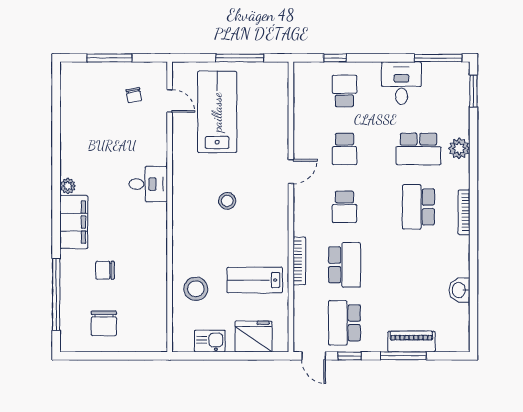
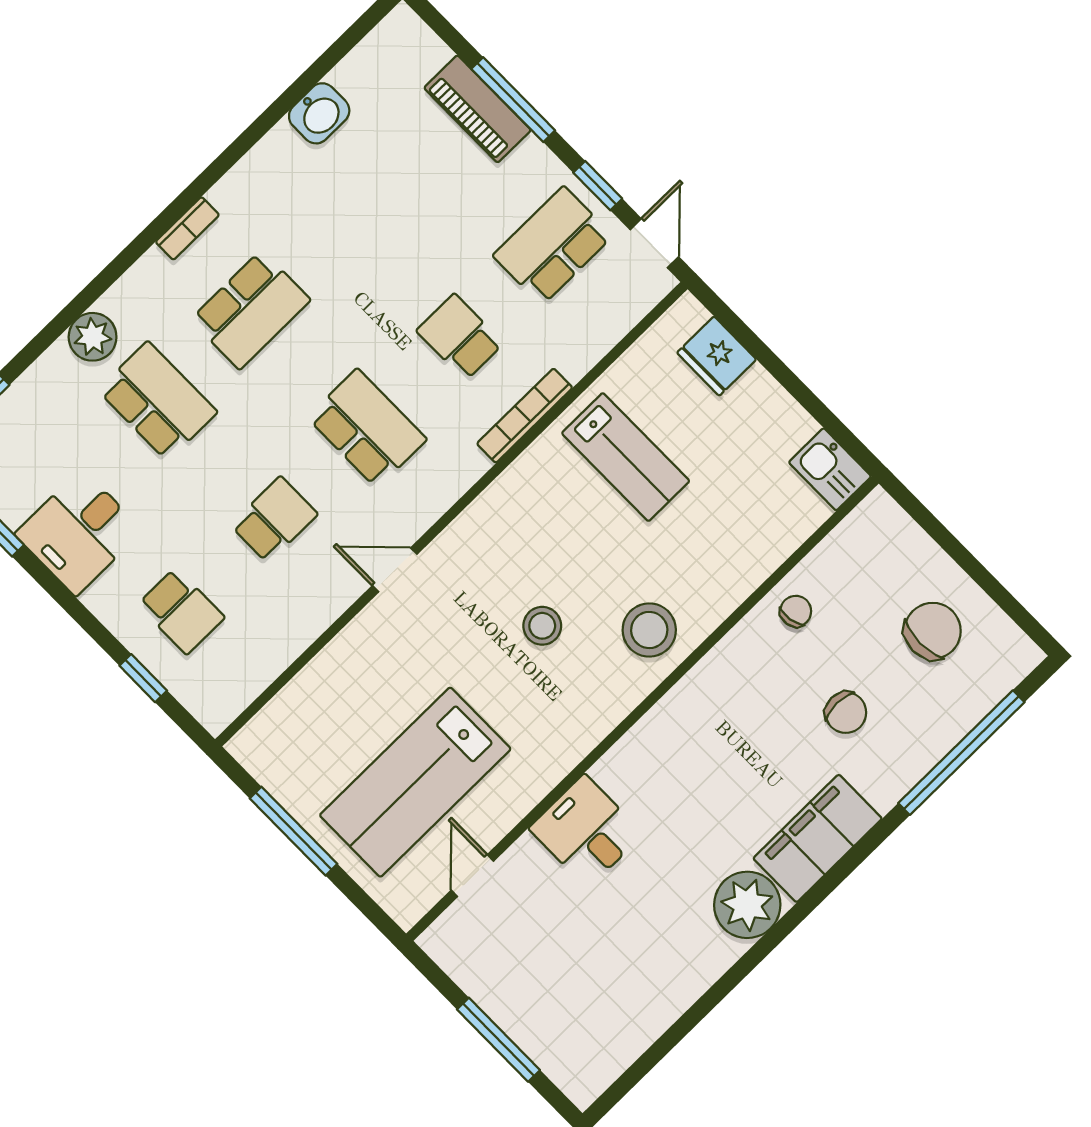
school desk: (344, 91) -> (181, 611), turned -90
chair: (134, 95) -> (796, 611), moved
desk: (148, 184) -> (586, 831), moved
plant: (68, 186) -> (747, 905), width x1.88, depth x1.88
school desk: (344, 207) -> (367, 428), width x1.85
bookcase: (464, 212) -> (187, 228), width x0.64
school desk: (344, 265) -> (460, 337), width x0.54
stool: (196, 289) -> (649, 630), moved
school desk: (344, 323) -> (553, 246), turned 180
fridge: (253, 337) -> (717, 356), width x0.73, depth x0.75
kitchen sink: (210, 341) -> (830, 469), moved

